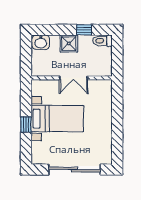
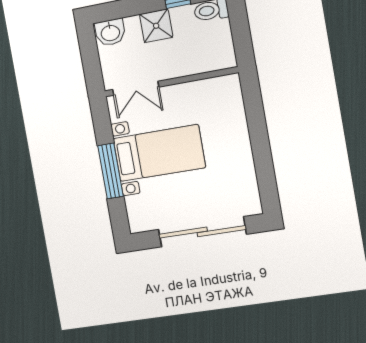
double door: (74, 78) -> (136, 88), moved
window: (26, 124) -> (111, 171), width x2.17

